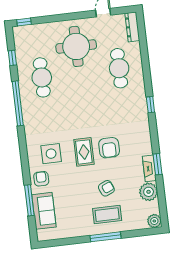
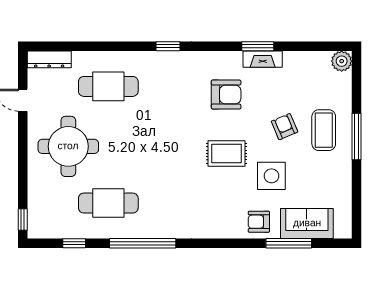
armchair: (109, 148) -> (226, 95), moved
side table: (51, 154) -> (271, 176), moved
plant: (149, 192) -> (297, 65), removed

